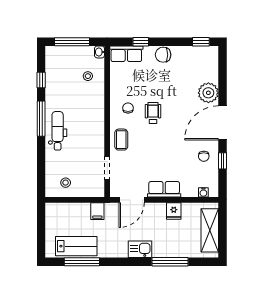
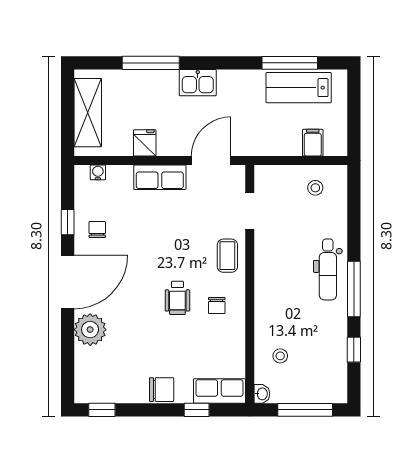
filing cabinet: (97, 211) -> (313, 143), moved

